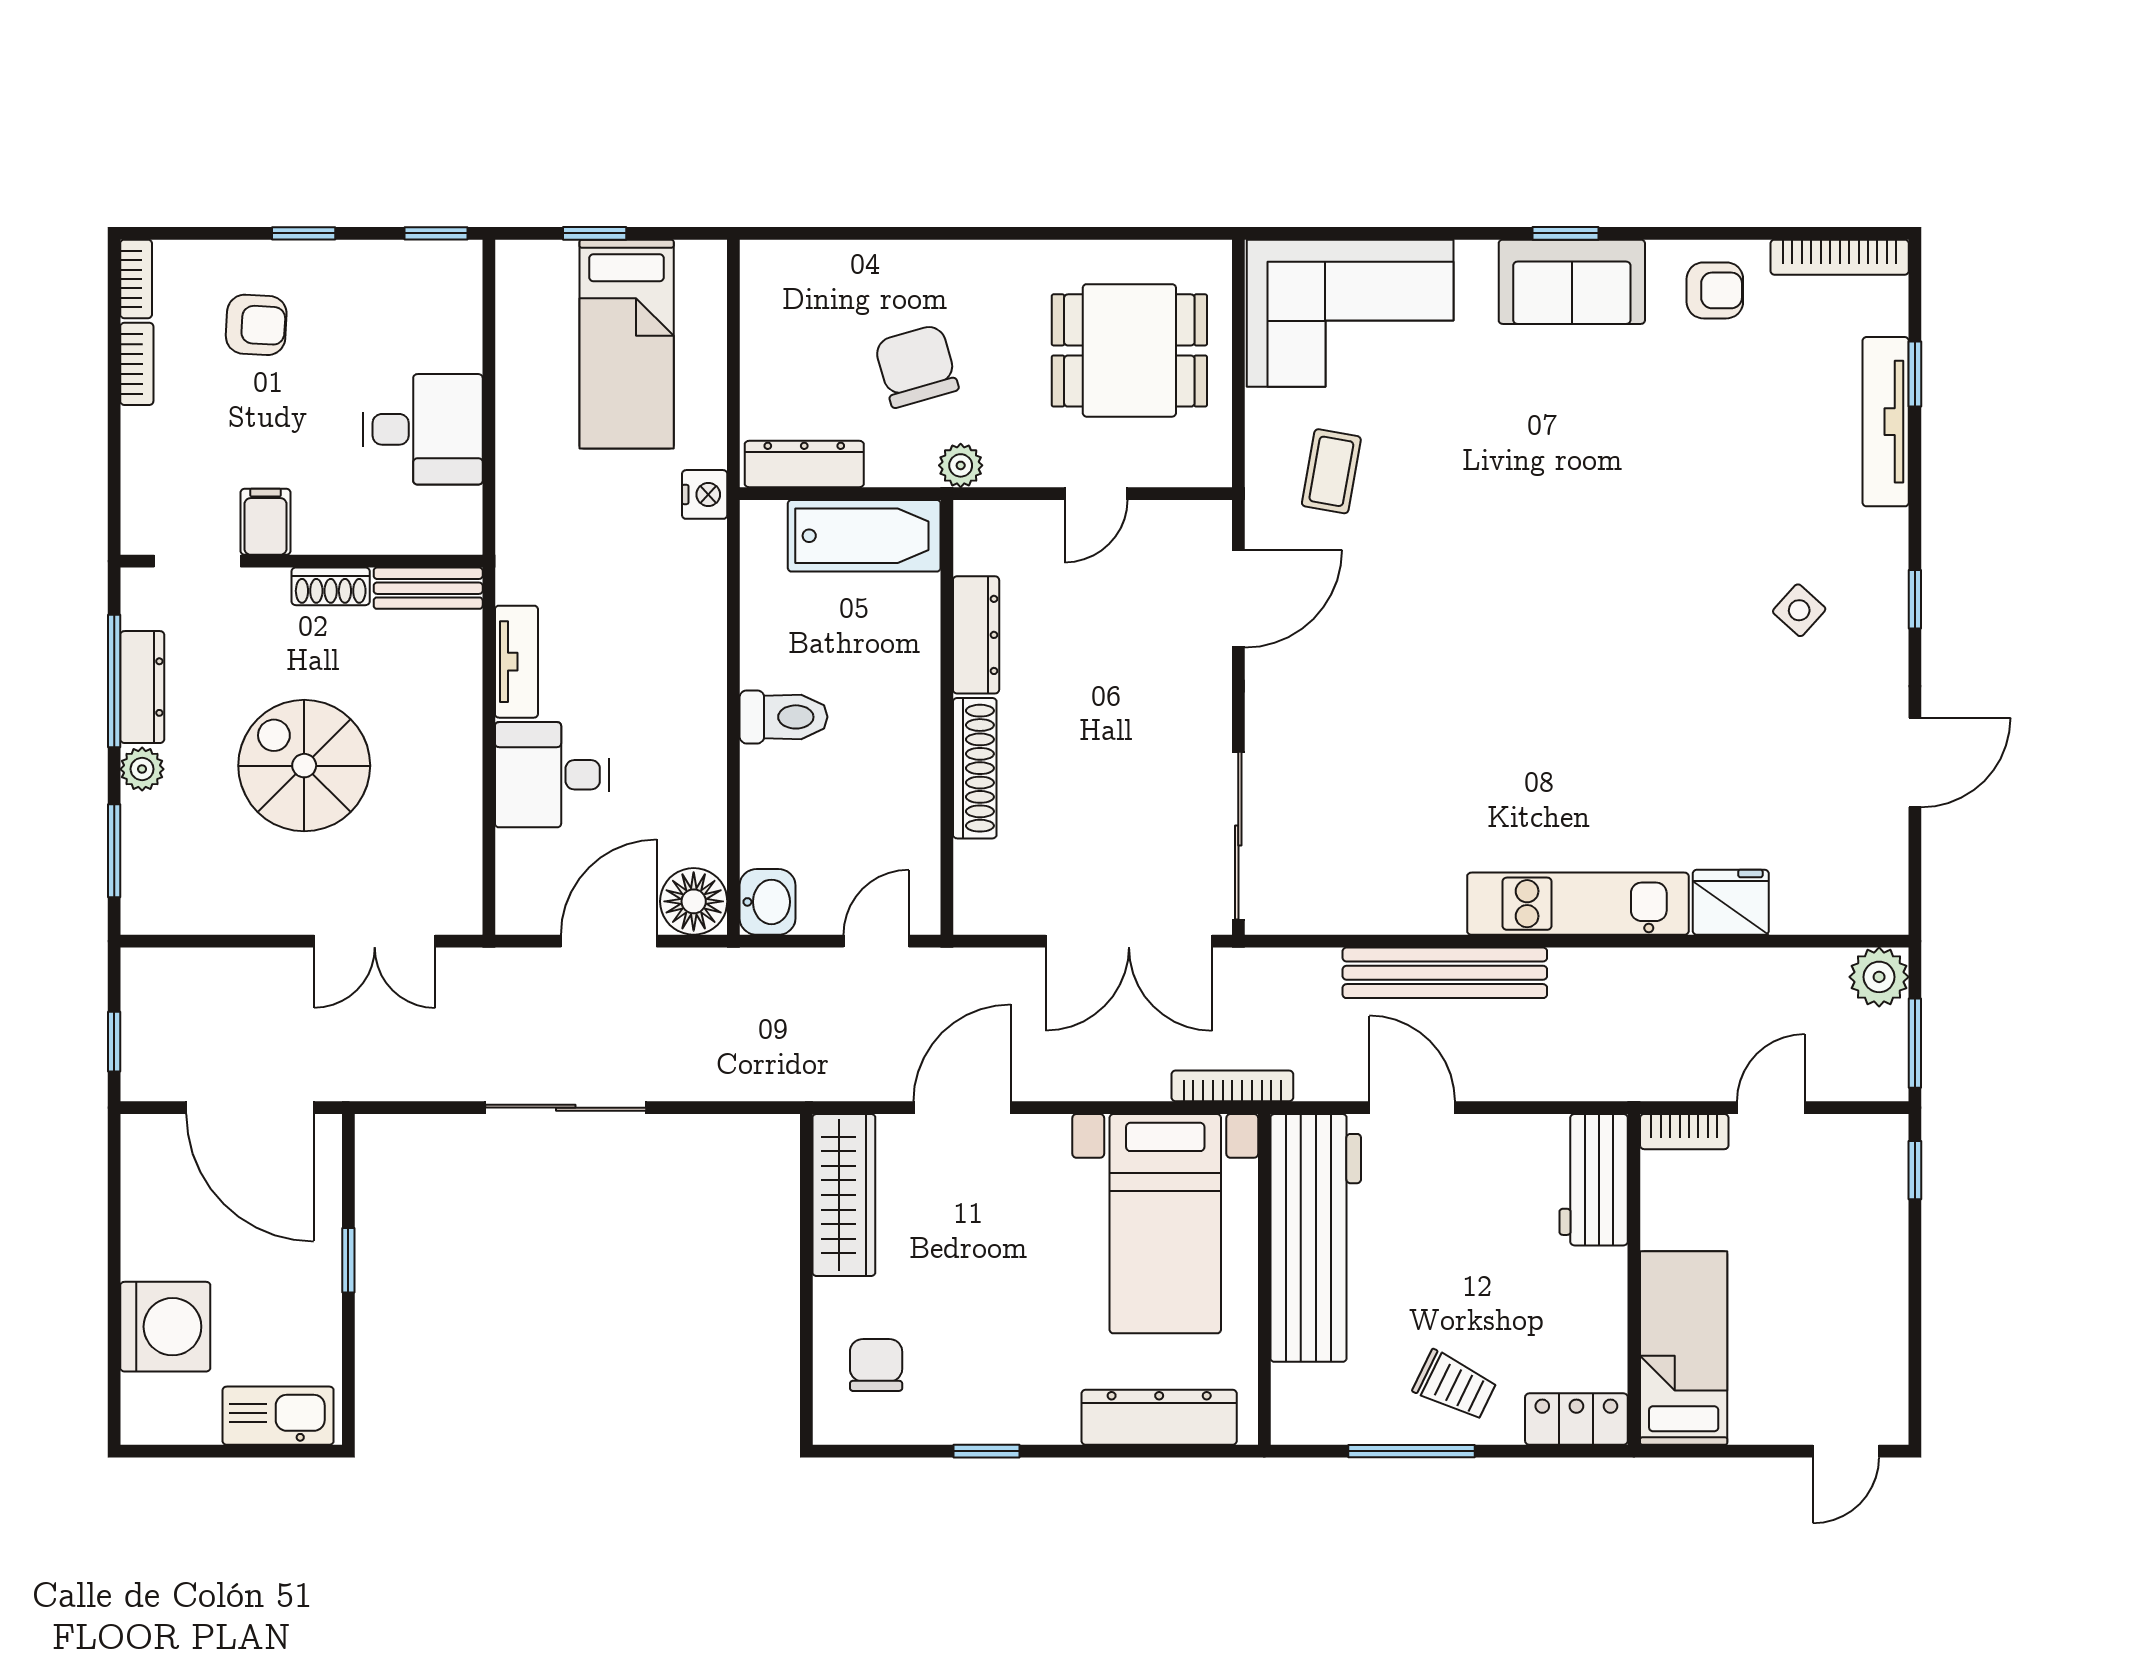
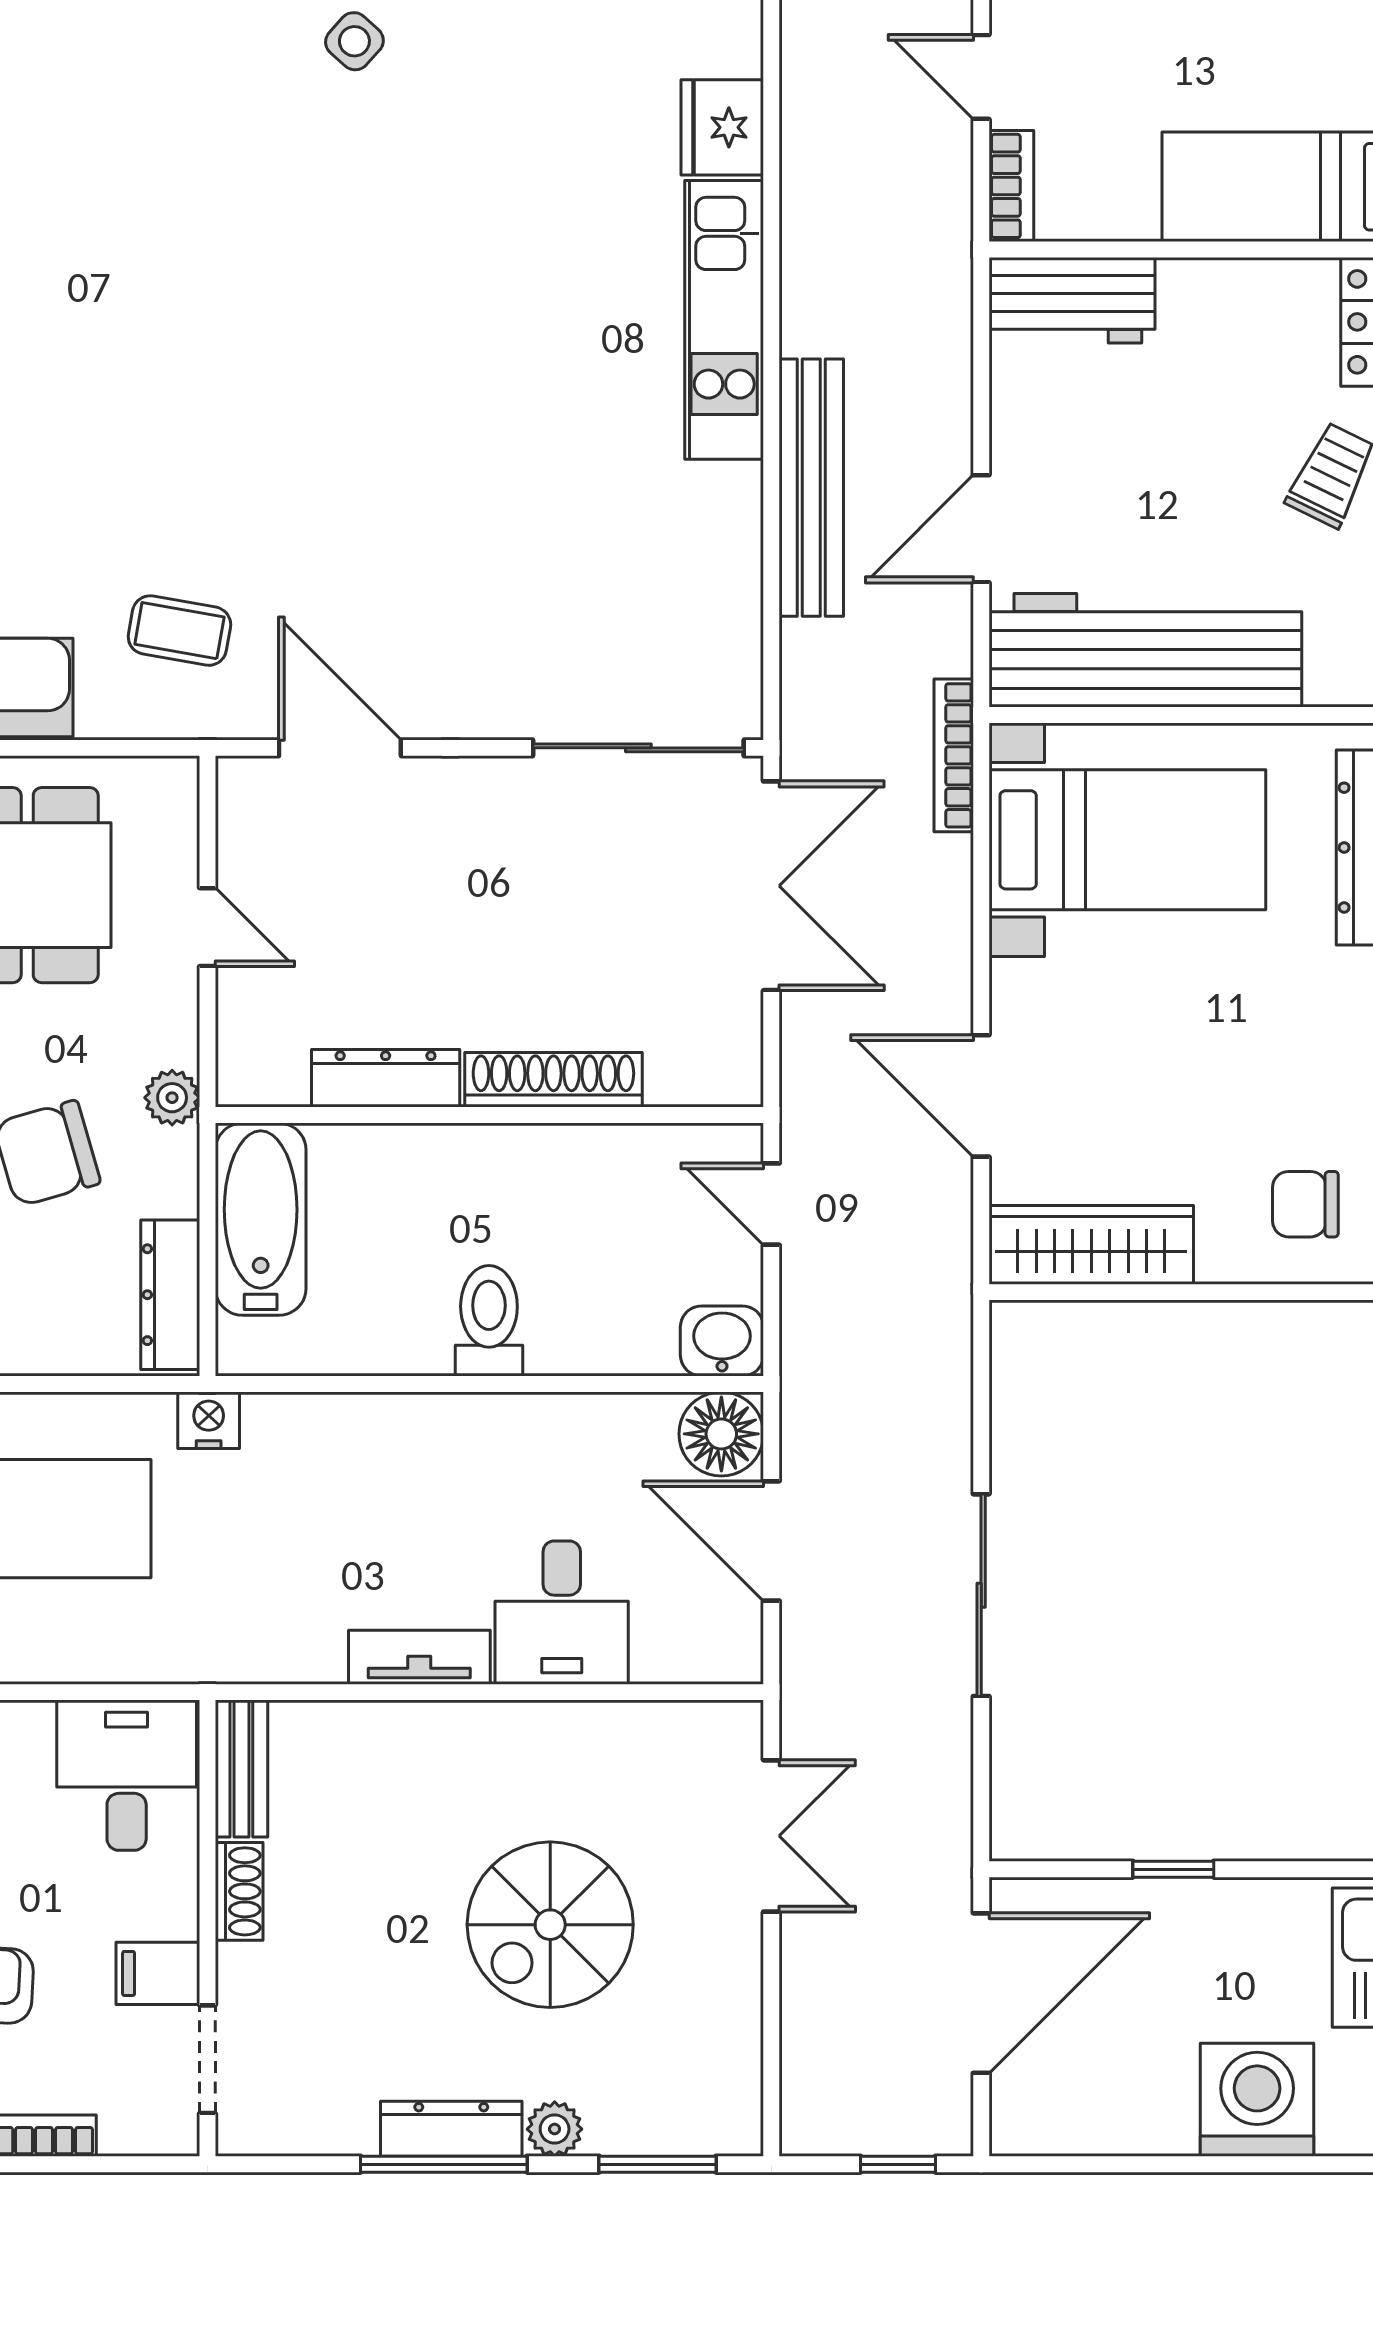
filing cabinet: (265, 522) -> (158, 1973), moved
doorway: (197, 561) -> (207, 2059), moved
wall: (301, 561) -> (207, 1928), moved
shoe rack: (331, 586) -> (239, 1891), moved
bench: (428, 588) -> (241, 1769), moved

